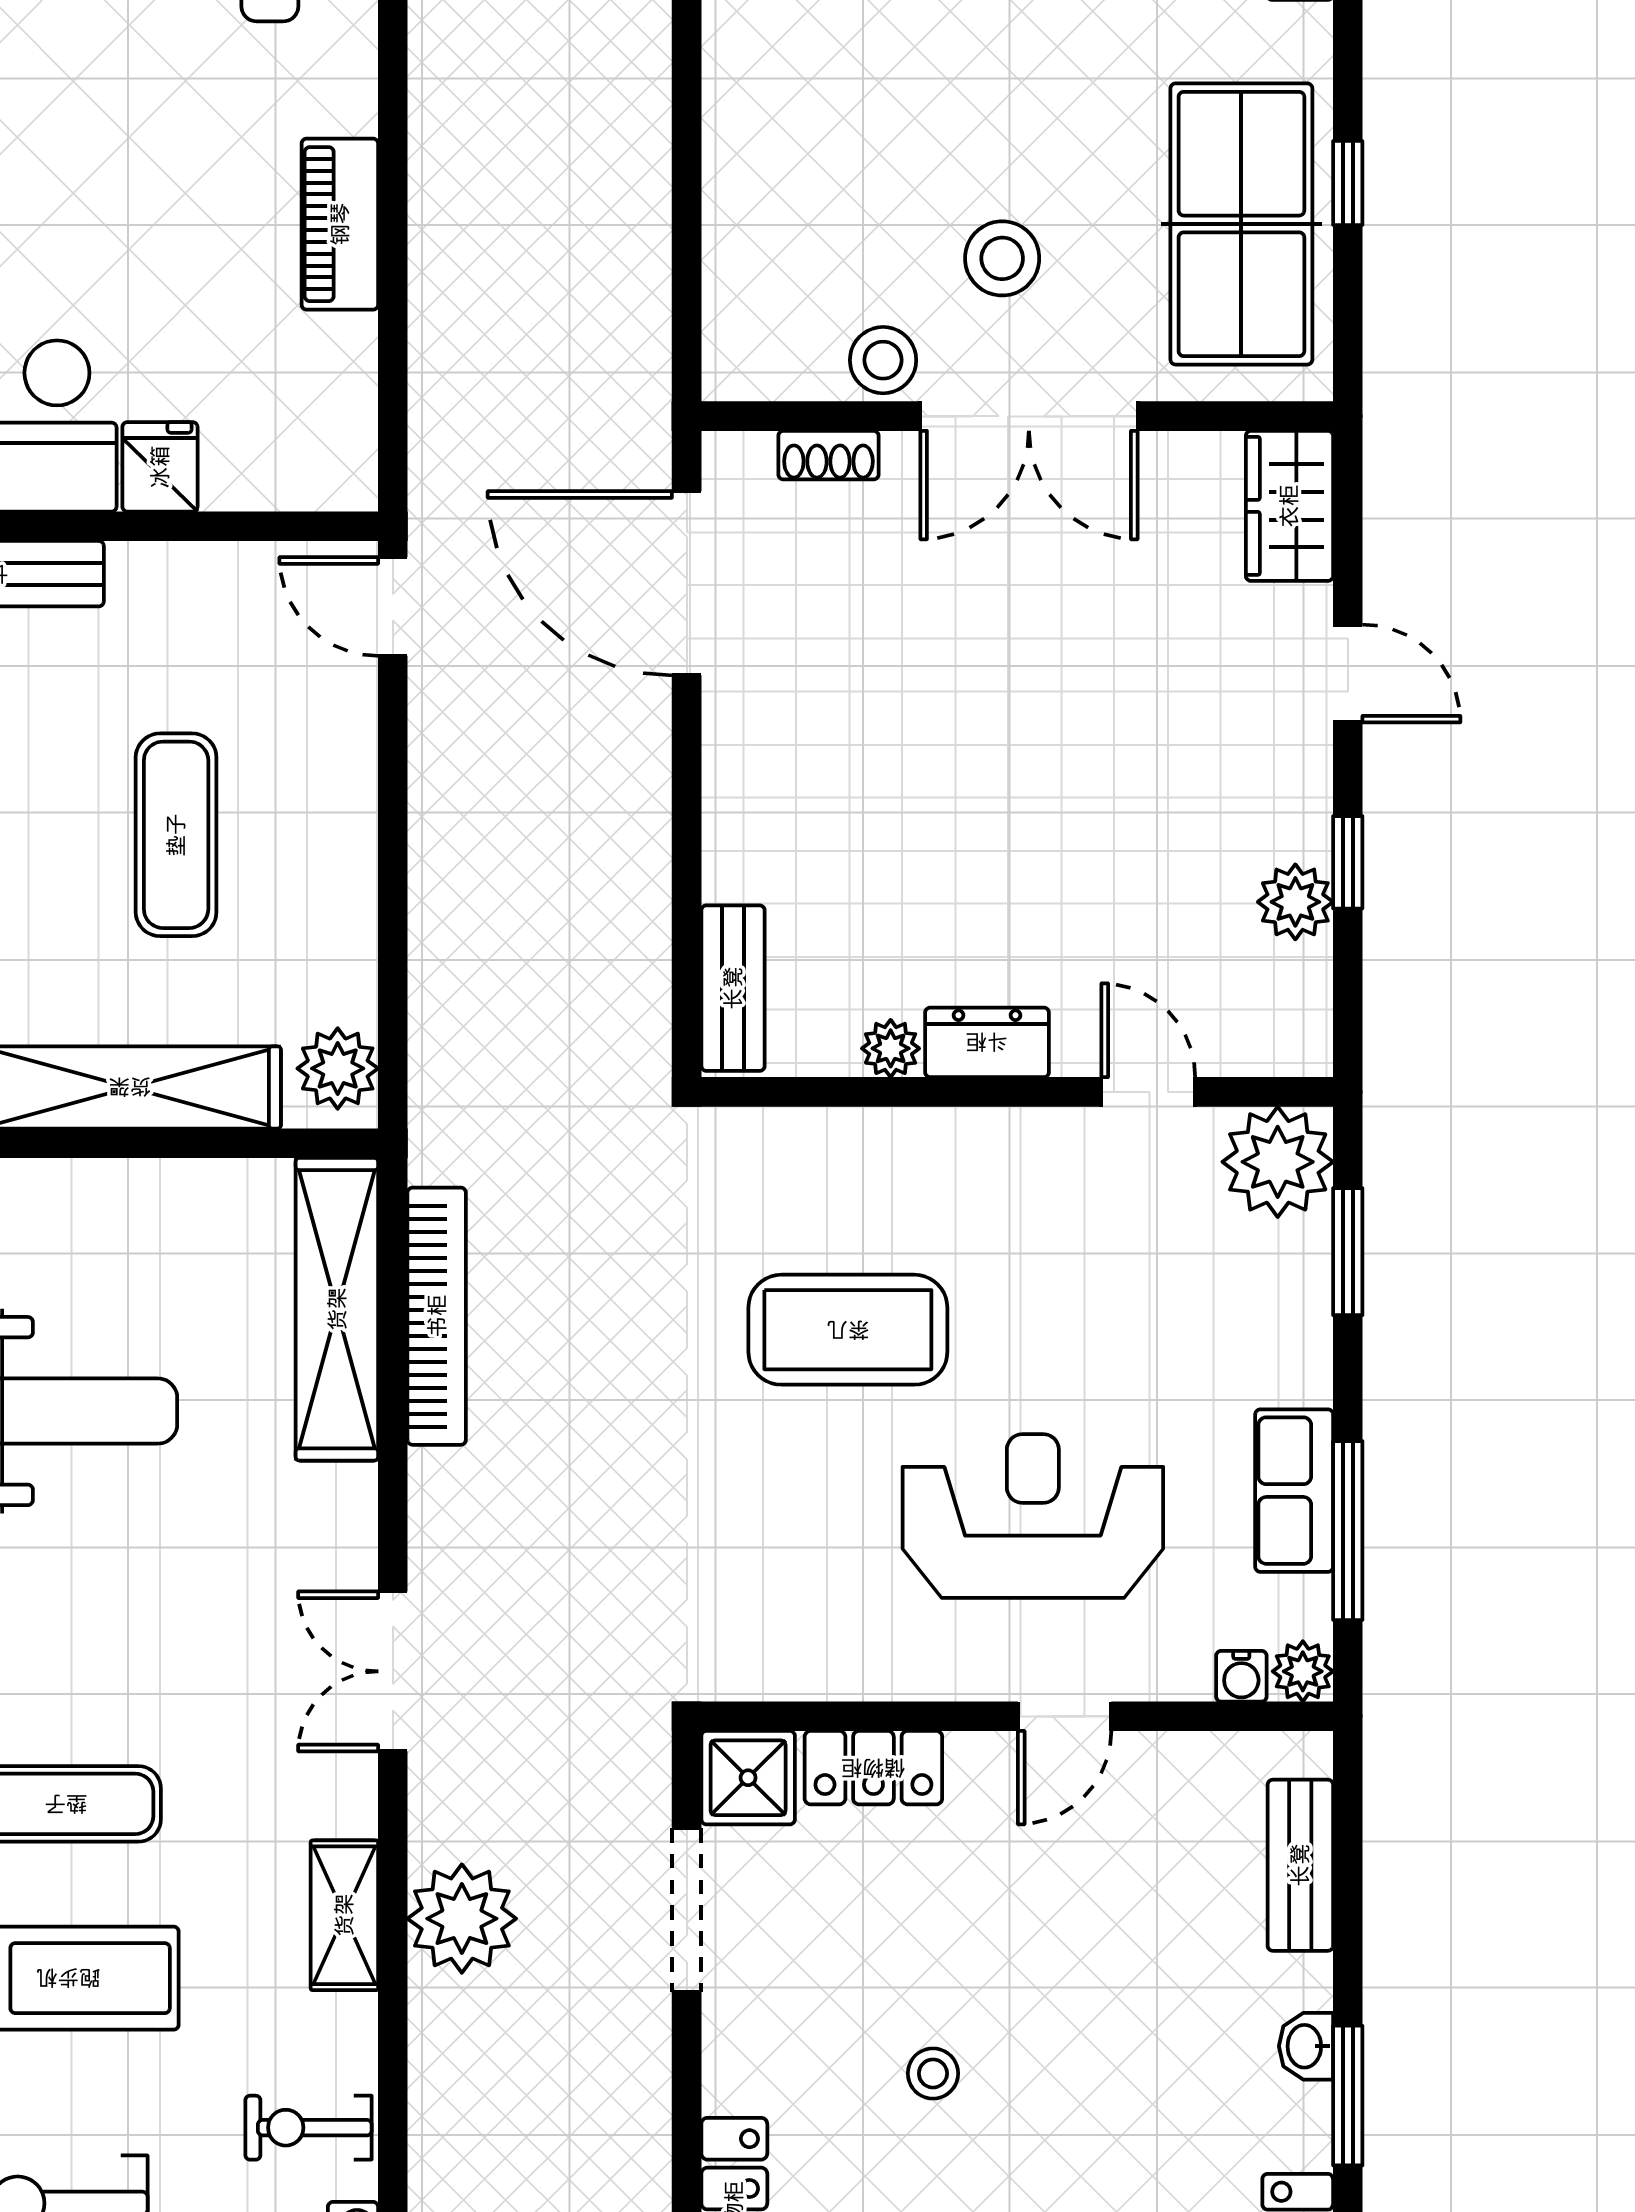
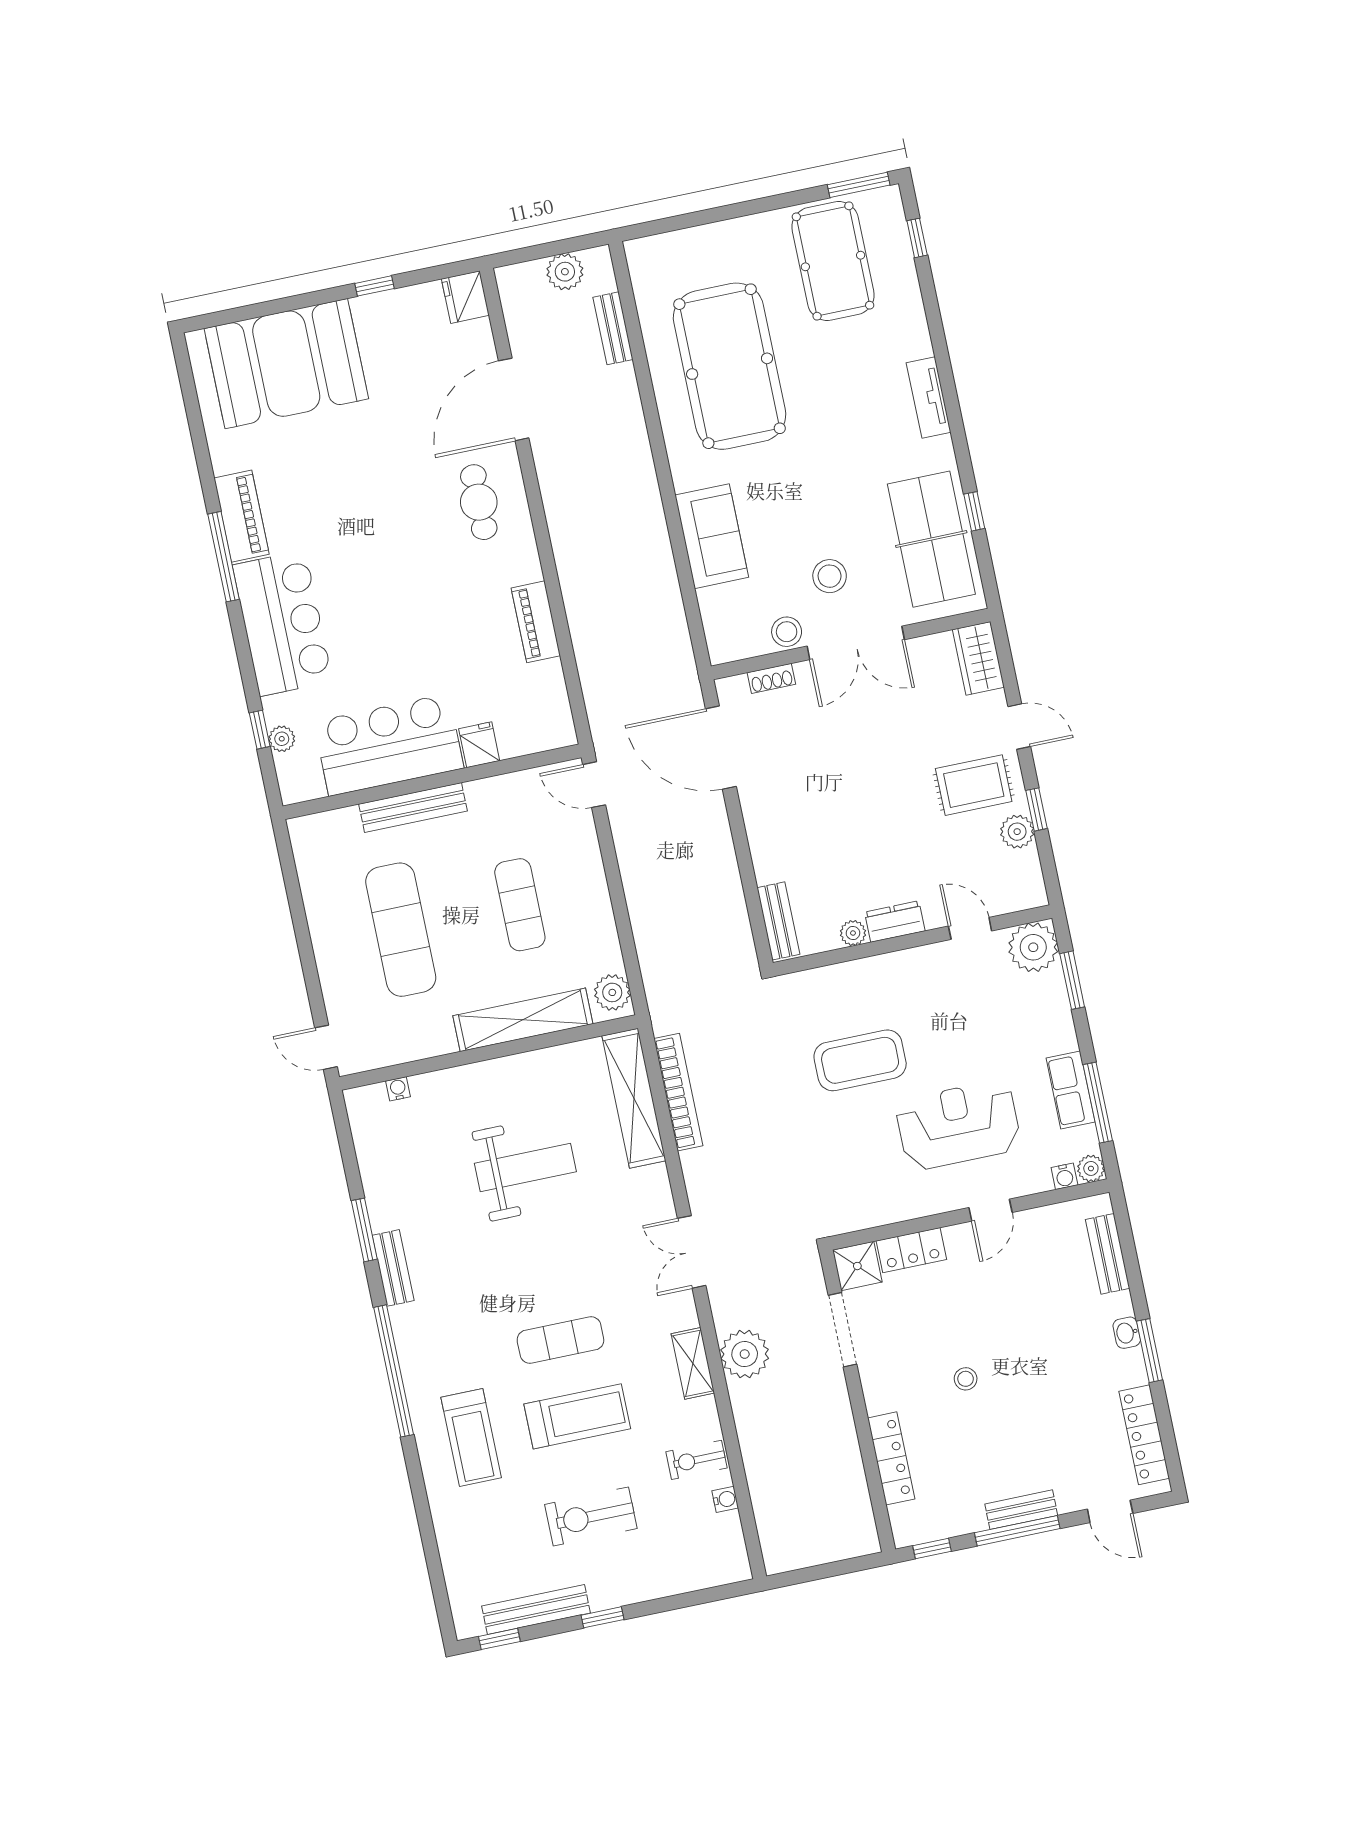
sofa: (763, 117) -> (712, 536), added
rug: (1222, 780) -> (974, 785), added

